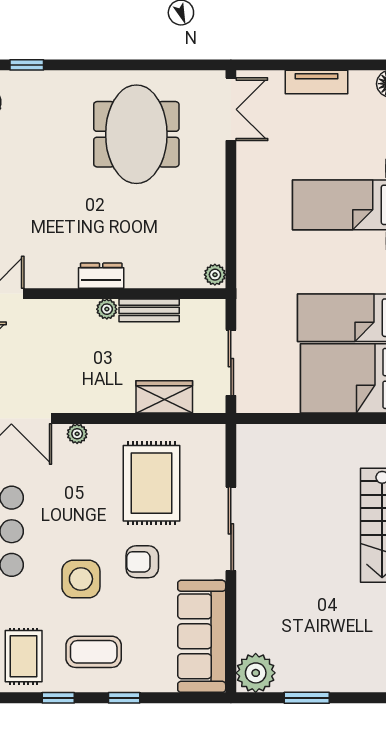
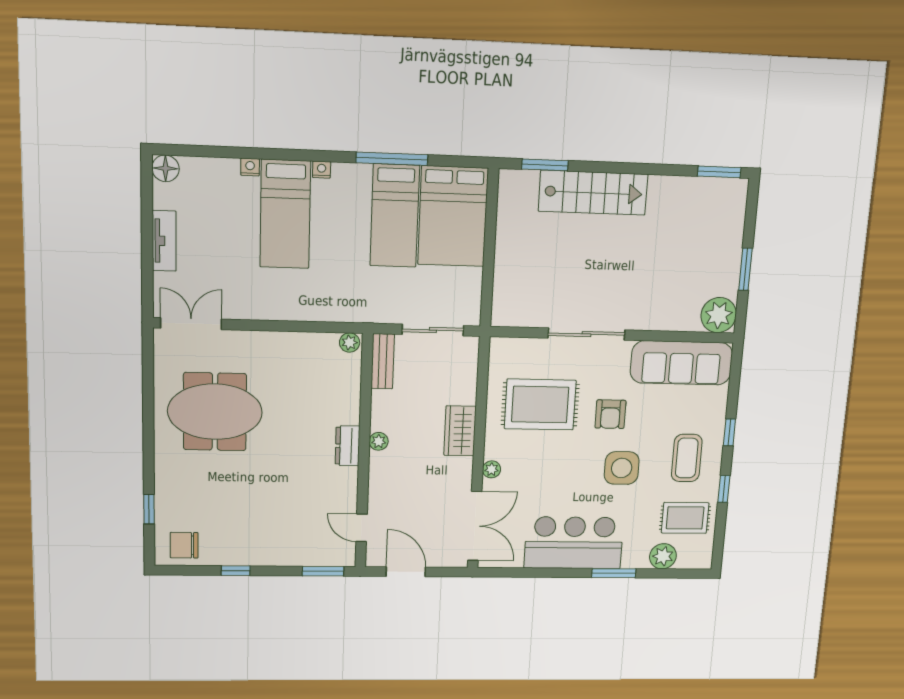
bench: (149, 310) -> (383, 361), moved
wardrobe: (164, 397) -> (460, 431), moved

